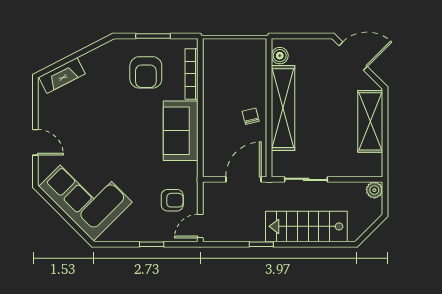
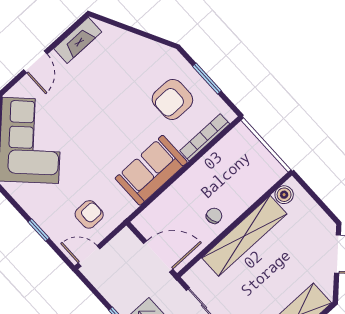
fireplace: (62, 75) -> (78, 40), moved, turned -63
armchair: (172, 200) -> (89, 214), turned -90

